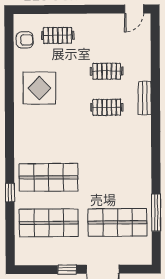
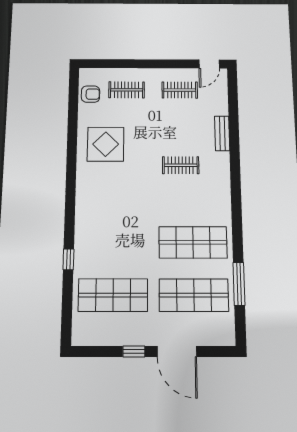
clothes rail: (107, 71) -> (180, 90), moved
bench: (145, 98) -> (222, 133), moved
shop shelf: (48, 177) -> (193, 242), moved

